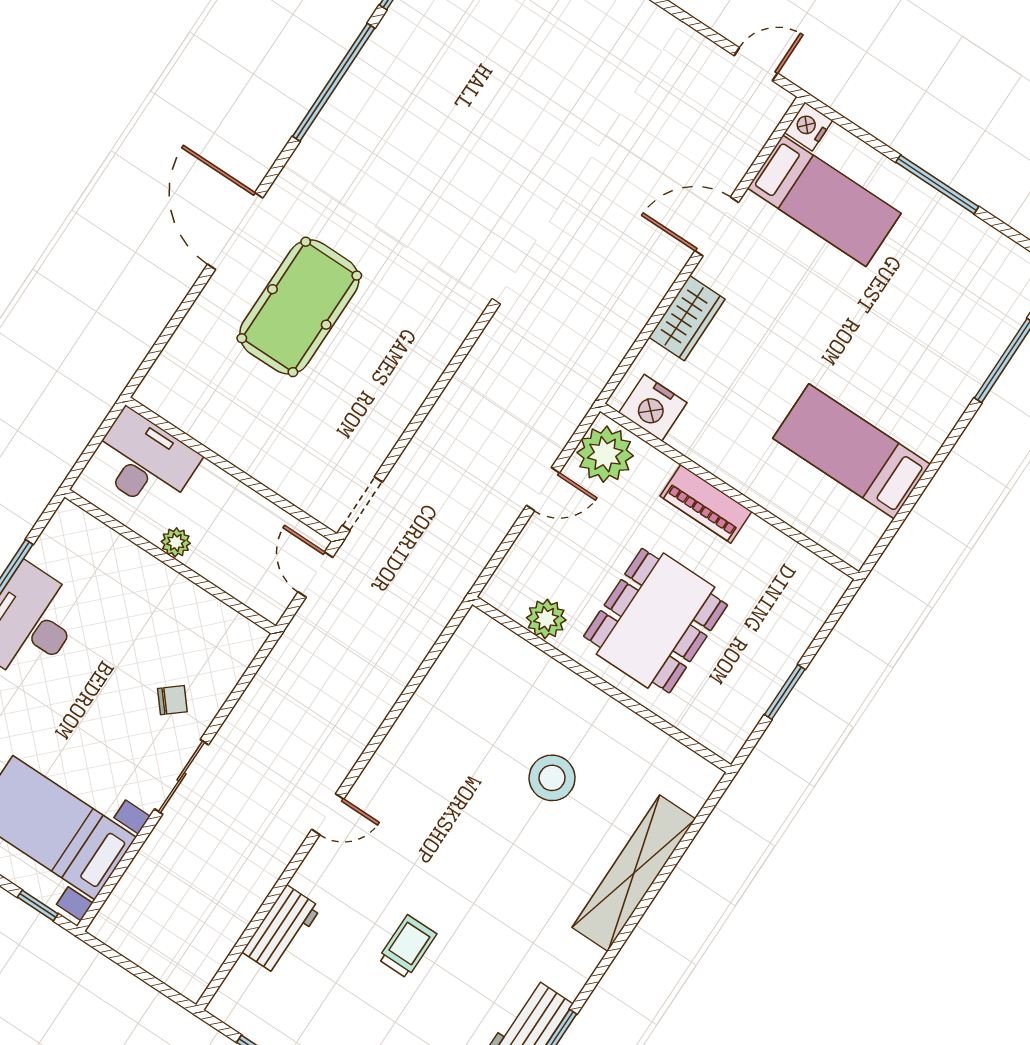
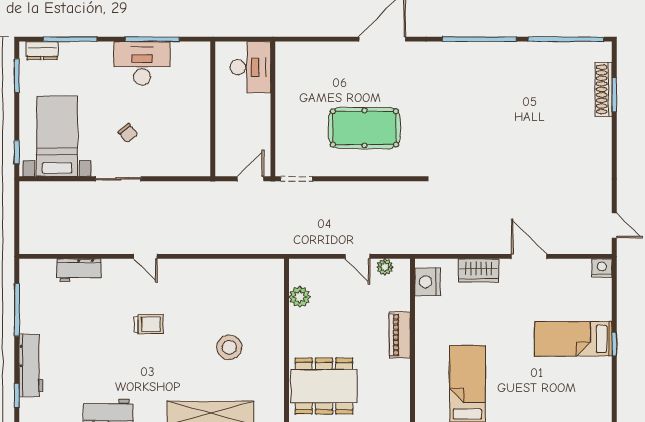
window: (937, 184) -> (614, 344), width x0.46
bed: (824, 201) -> (573, 339), moved, turned 90
pool table: (299, 307) -> (364, 128), moved
plant: (605, 454) -> (385, 267), width x0.53, depth x0.53
plant: (176, 542) -> (223, 106), removed
dining table: (656, 621) -> (324, 386), moved
chair: (172, 700) -> (128, 133), moved
trolley: (407, 947) -> (149, 324), moved

